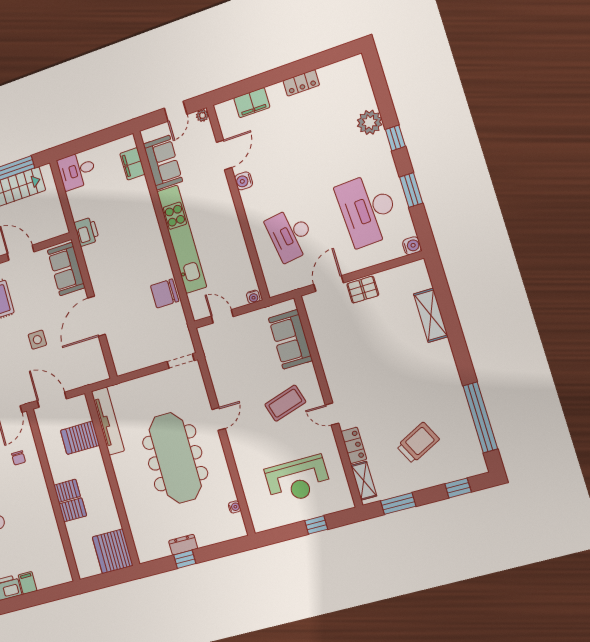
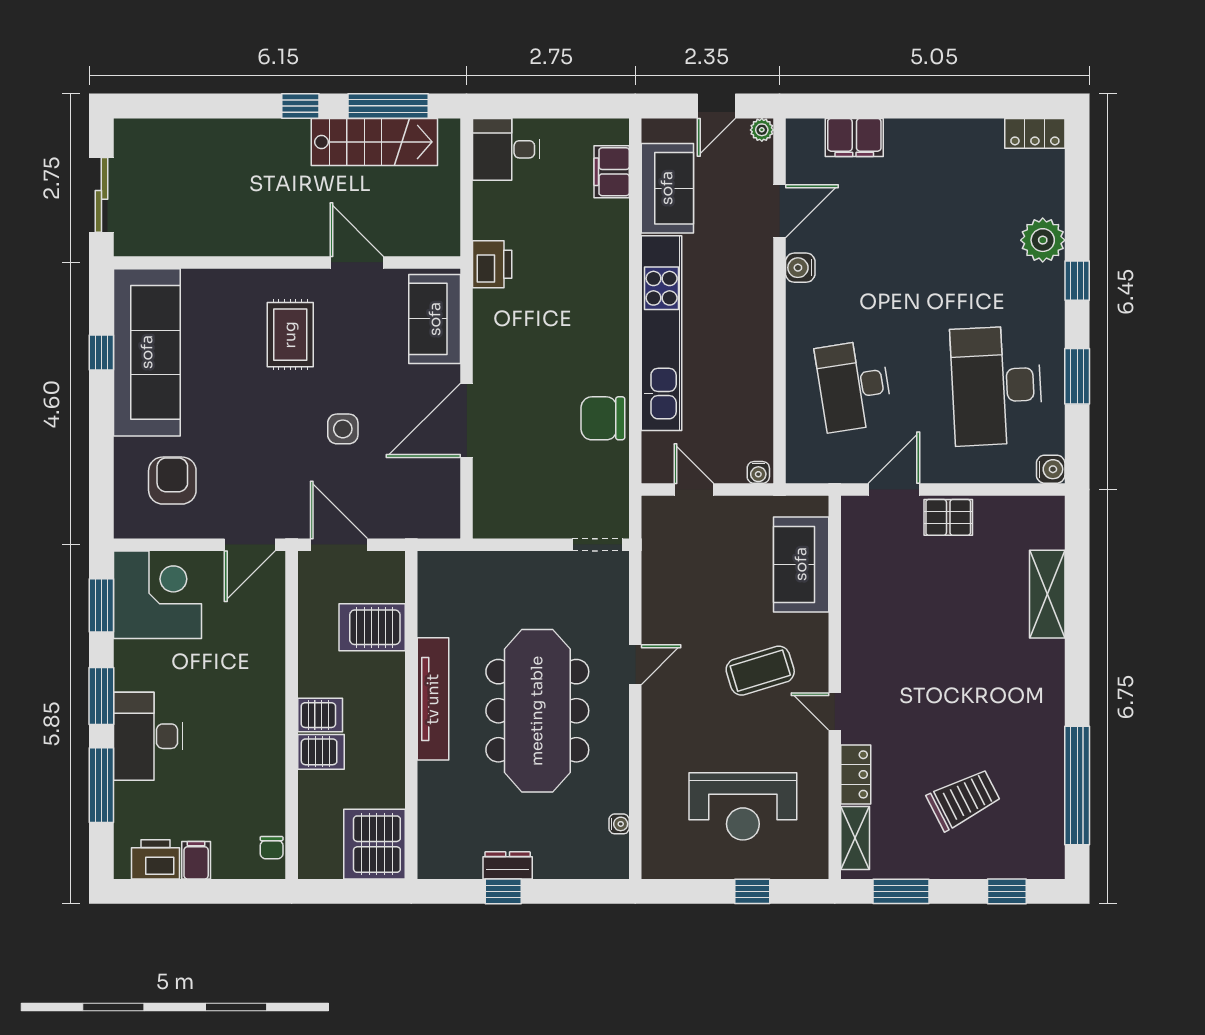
locker: (301, 83) -> (1035, 133), moved
tv unit: (108, 421) -> (433, 699), moved
chair: (18, 458) -> (272, 848), moved

